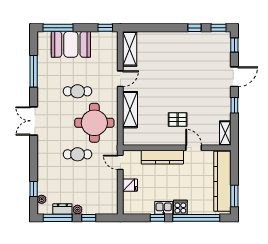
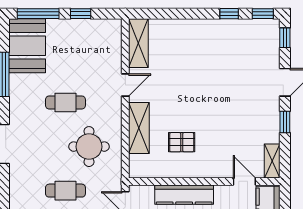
window: (105, 28) -> (81, 14), moved
booth: (71, 44) -> (27, 46), moved, turned 90
pallet: (178, 120) -> (182, 142), moved
round table: (94, 123) -> (89, 147), width x0.73, depth x0.73
door: (194, 148) -> (244, 181), moved

